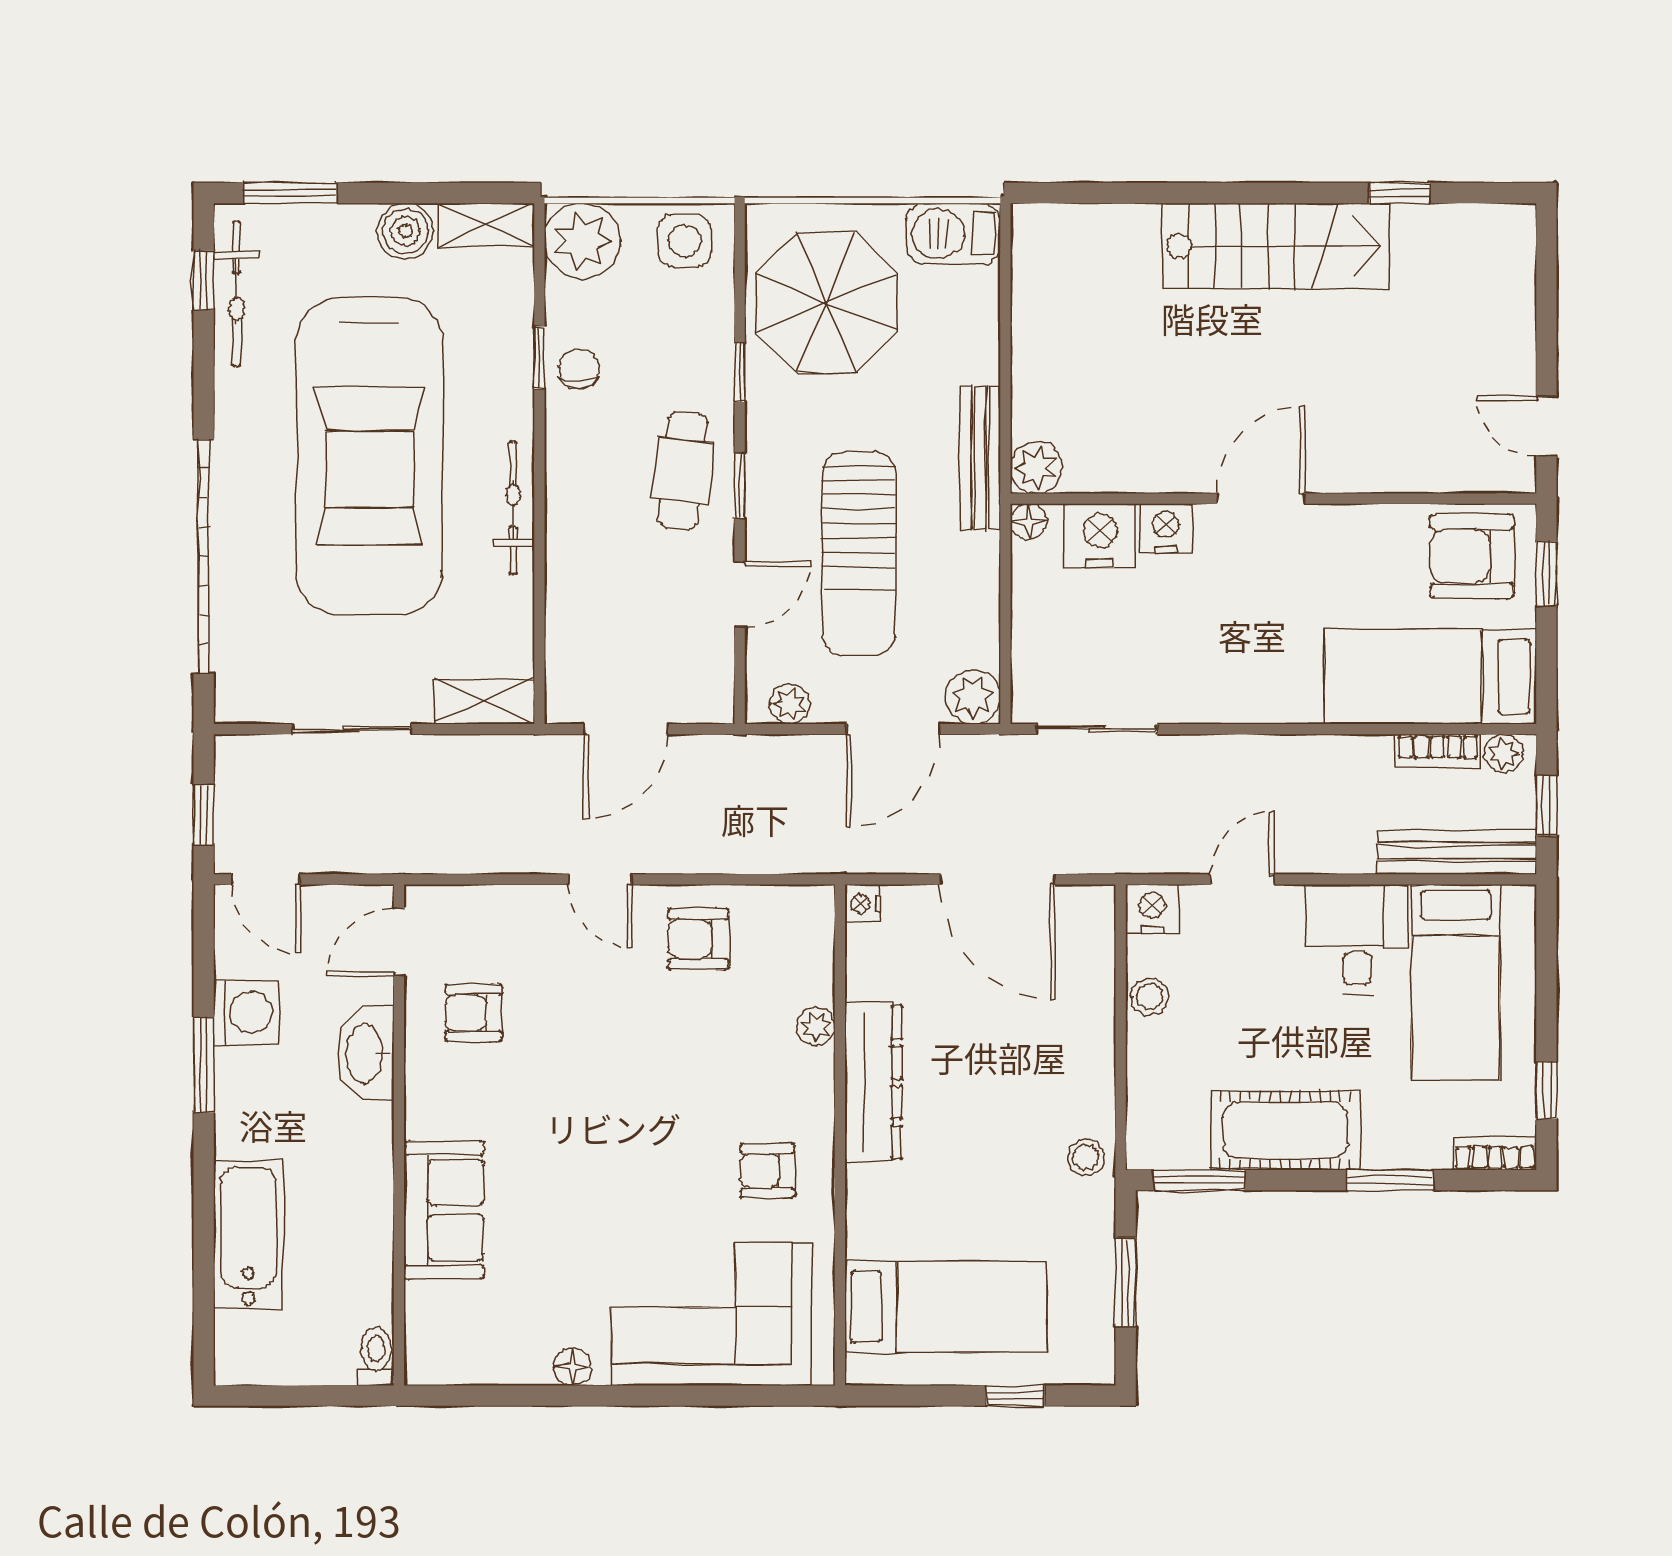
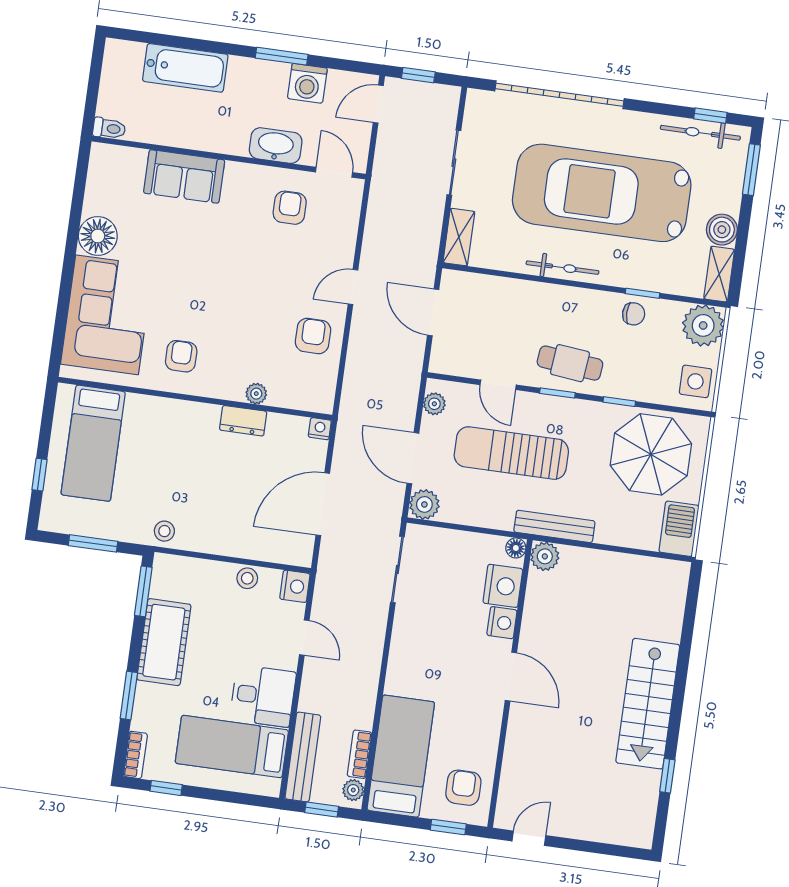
armchair: (1472, 556) -> (463, 788), width x0.72, depth x0.72
dresser: (873, 1082) -> (243, 421), width x0.51, depth x0.80
floor lamp: (572, 1367) -> (98, 236), width x1.89, depth x1.89

